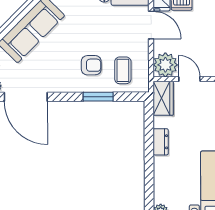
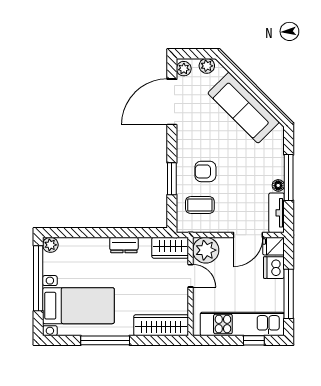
armchair: (91, 65) -> (205, 171), turned 90
door: (189, 79) -> (191, 276), hinge flipped

